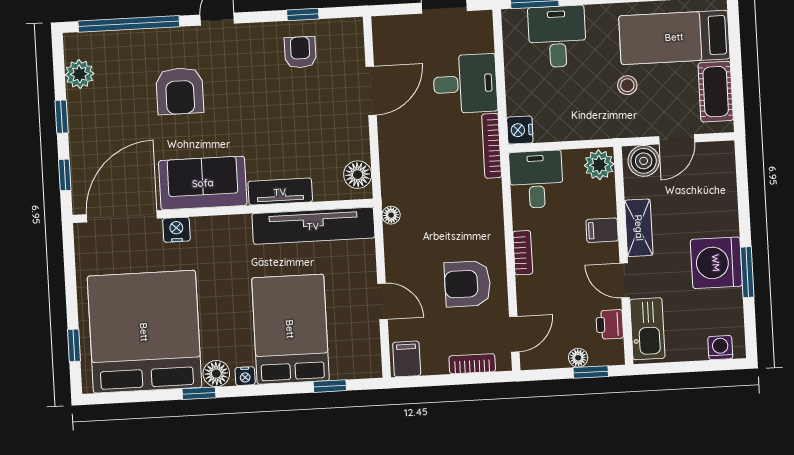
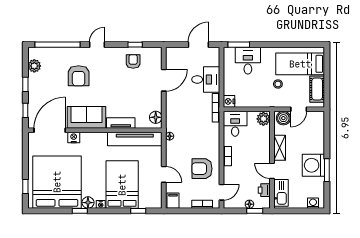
filing cabinet: (602, 230) -> (263, 148), removed

